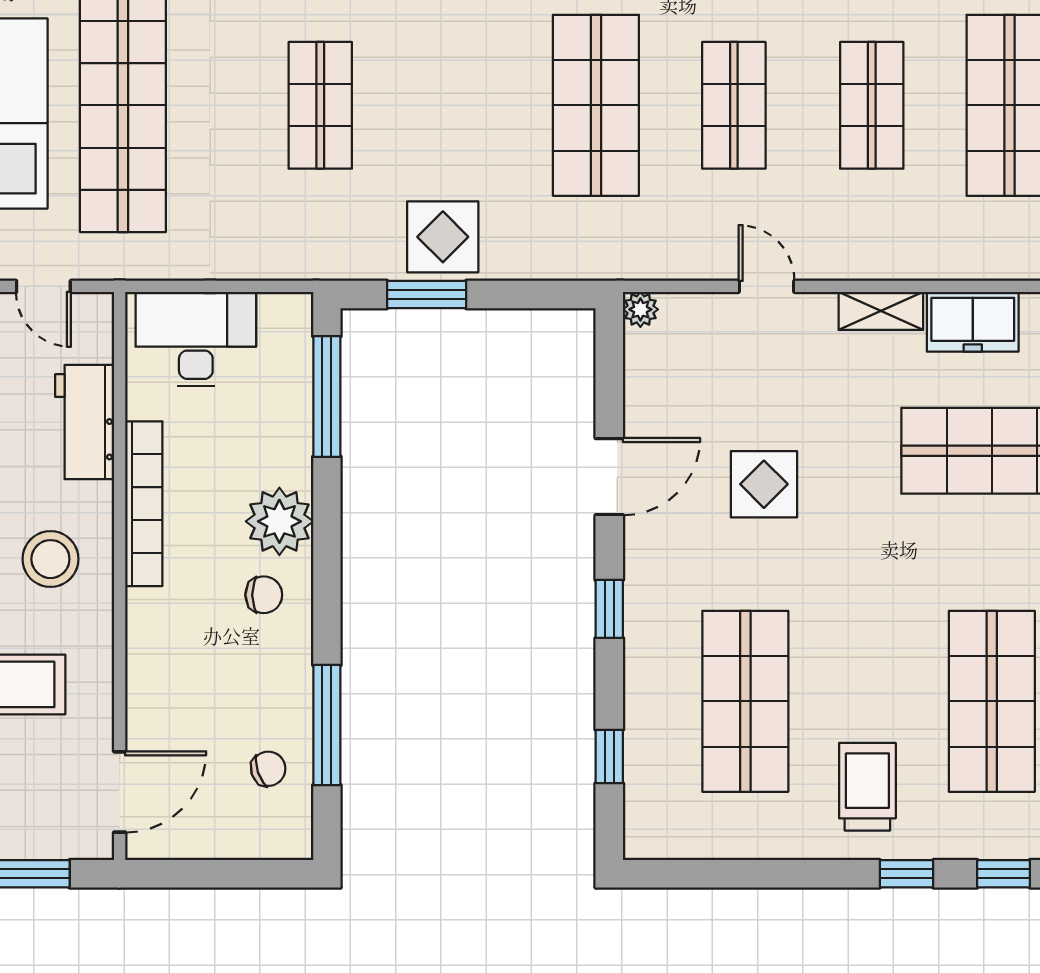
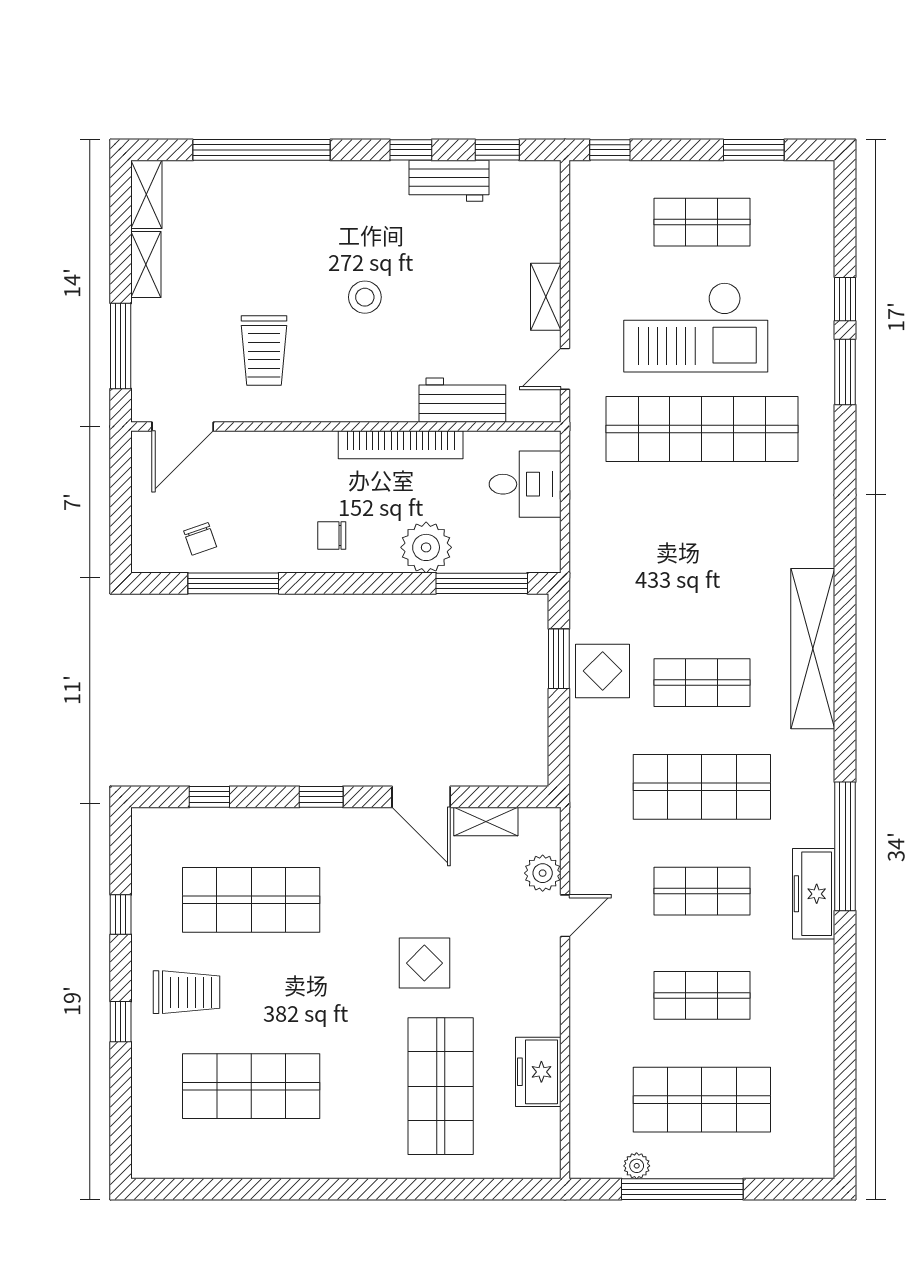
shop shelf: (320, 105) -> (702, 683), moved
plant: (640, 309) -> (543, 873), moved, width x1.38, depth x1.38
shelving: (881, 311) -> (486, 822), moved, turned 90
desk: (196, 339) -> (525, 484), width x0.73
display table: (764, 484) -> (424, 963), moved
plant: (279, 521) -> (426, 547), moved
stool: (50, 559) -> (359, 374), removed
chair: (264, 595) -> (332, 536), turned 90
door: (120, 792) -> (183, 427), hinge flipped
window: (1004, 874) -> (121, 915), moved

